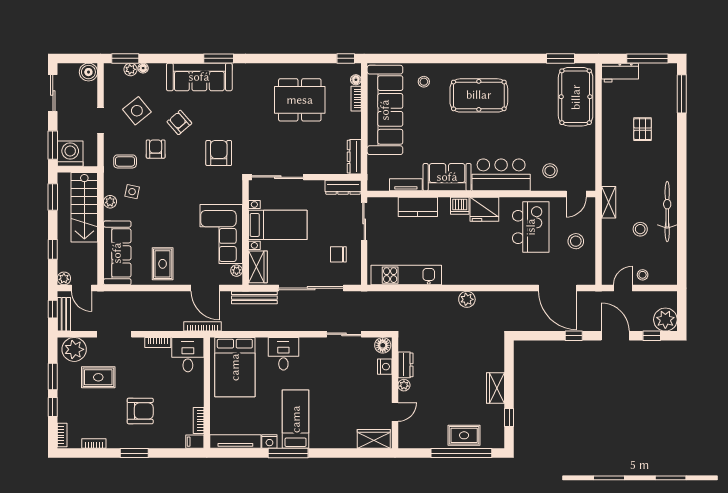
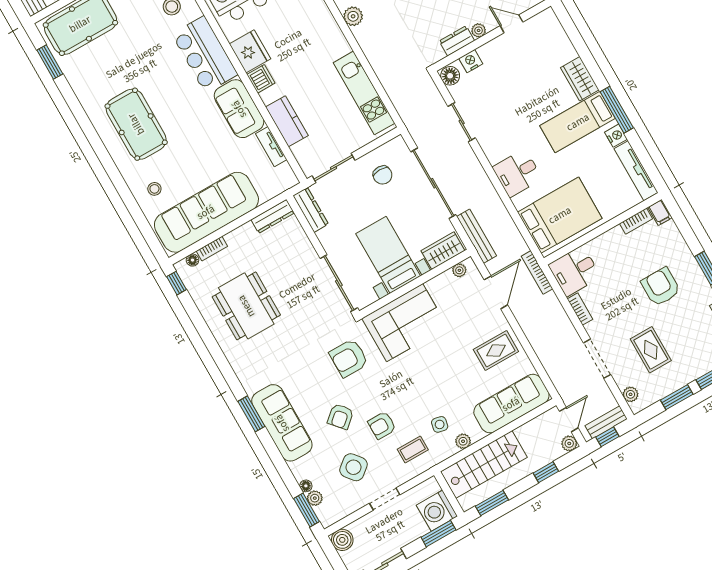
coffee table: (125, 161) -> (413, 450), turned 90
corner sofa: (221, 234) -> (405, 323), moved
plant: (74, 349) -> (631, 394), width x0.53, depth x0.53
wardrobe: (374, 439) -> (580, 79), moved

